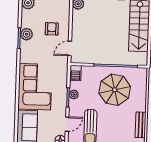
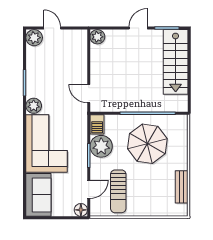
armchair: (52, 29) -> (65, 70), removed
plant: (27, 34) -> (34, 106), moved
door: (70, 48) -> (89, 94), hinge flipped
plant: (74, 94) -> (101, 146), width x1.88, depth x1.88

